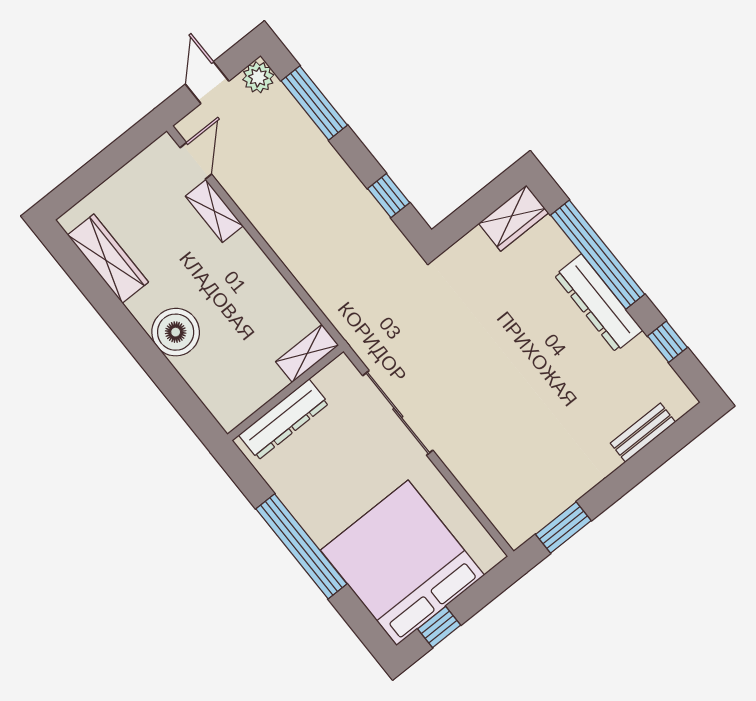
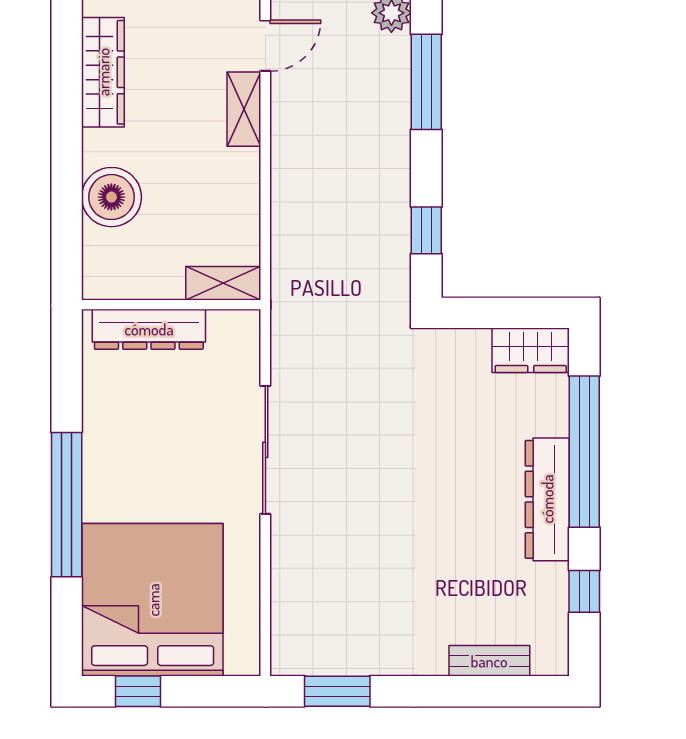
shelving: (307, 353) -> (223, 283), moved
wall: (285, 393) -> (171, 305), moved
dresser: (284, 419) -> (149, 329), moved

